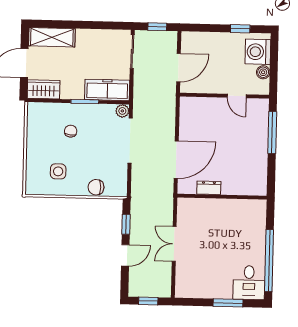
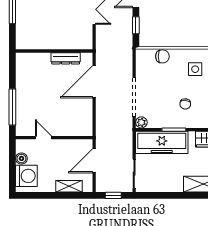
window: (240, 29) -> (42, 195), removed
shelving: (209, 39) -> (69, 186), added
freezer: (107, 90) -> (162, 142), width x1.36, depth x1.26
dresser: (209, 188) -> (66, 58), width x1.44

